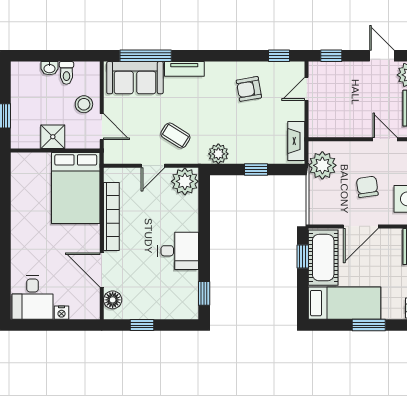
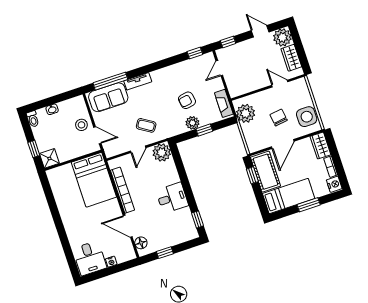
toilet: (66, 73) -> (33, 119), moved
armchair: (249, 89) -> (187, 100), moved
shower: (53, 137) -> (49, 158), moved
plant: (218, 154) -> (192, 123), moved

